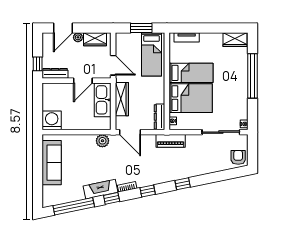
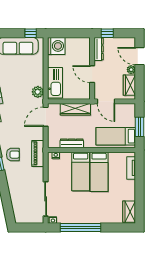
door: (113, 65) -> (106, 101), hinge flipped
window: (253, 76) -> (81, 227), moved
bed: (191, 98) -> (81, 171), width x0.67
kitchen sink: (103, 100) -> (55, 83), moved, turned 90
dresser: (159, 117) -> (72, 143), moved
window: (38, 149) -> (31, 33), added
armchair: (238, 157) -> (13, 155), moved

